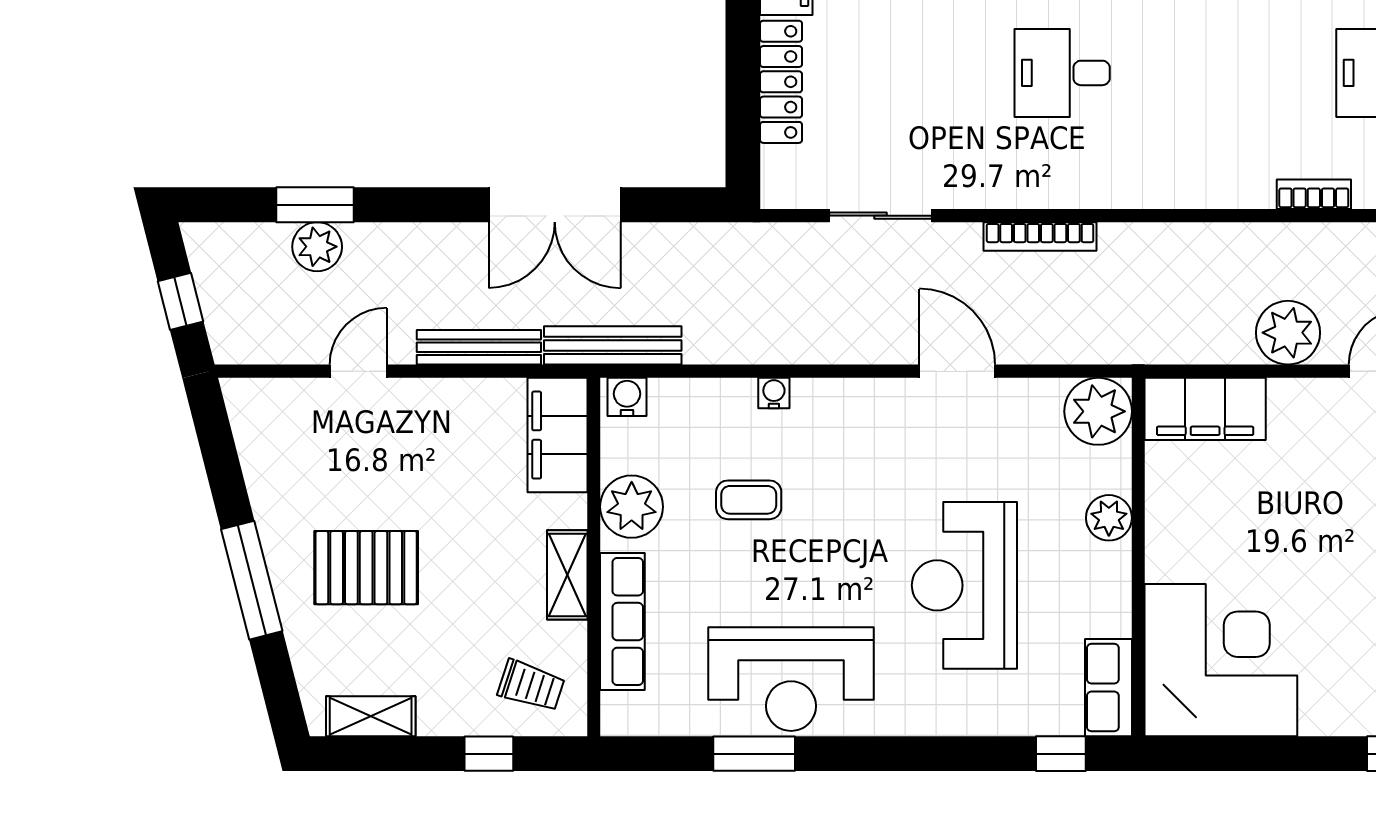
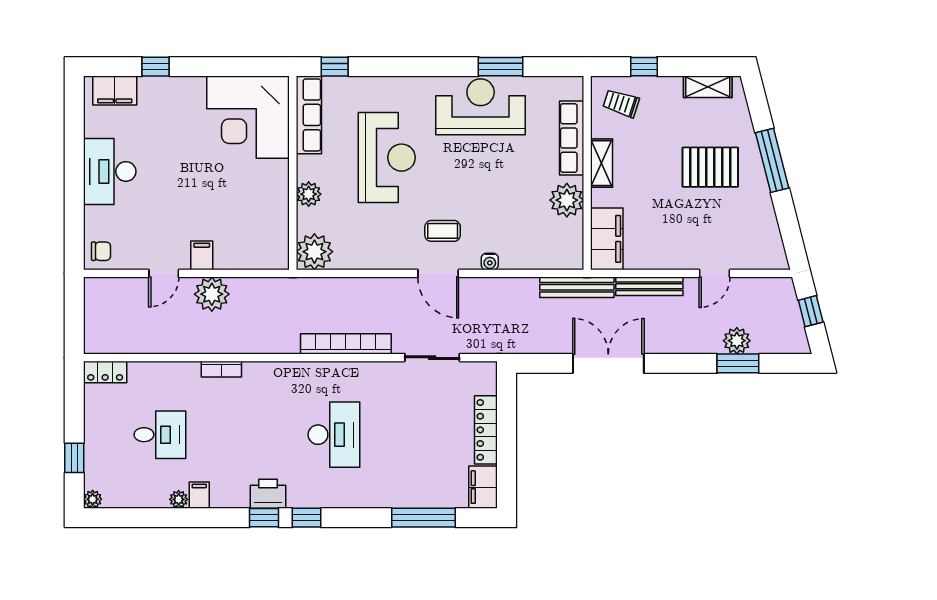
desk: (1062, 73) -> (334, 435), width x1.37
bookcase: (1314, 194) -> (221, 369), moved
bookcase: (1040, 236) -> (346, 344), width x1.48, depth x1.31
door: (957, 371) -> (438, 273), moved
water cooler: (627, 397) -> (569, 259), removed
filing cabinet: (1205, 409) -> (202, 255), moved, width x0.33, depth x0.86
coffee table: (749, 500) -> (443, 231), moved
row of seats: (1108, 688) -> (309, 115), width x1.48

